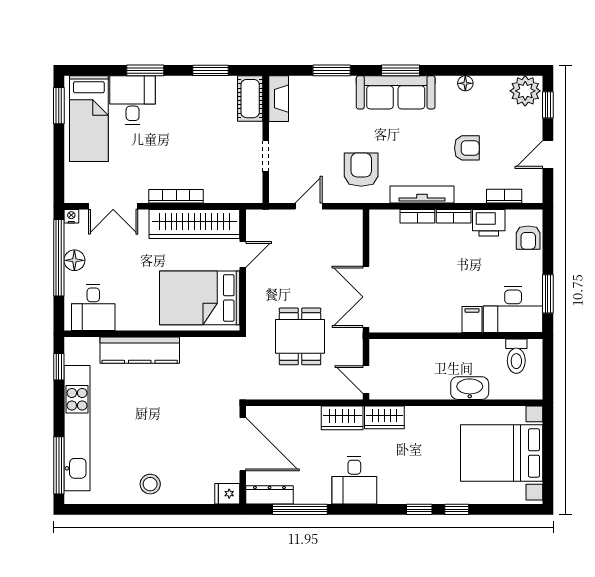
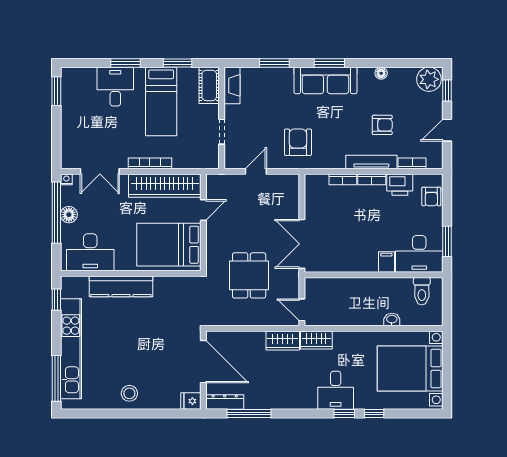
bed: (89, 119) -> (161, 101), moved
tv unit: (422, 194) -> (371, 162), moved
desk: (93, 307) -> (90, 252), width x1.37
washbasin: (470, 388) -> (392, 320), width x0.52, depth x0.69
desk: (354, 480) -> (336, 390), moved

